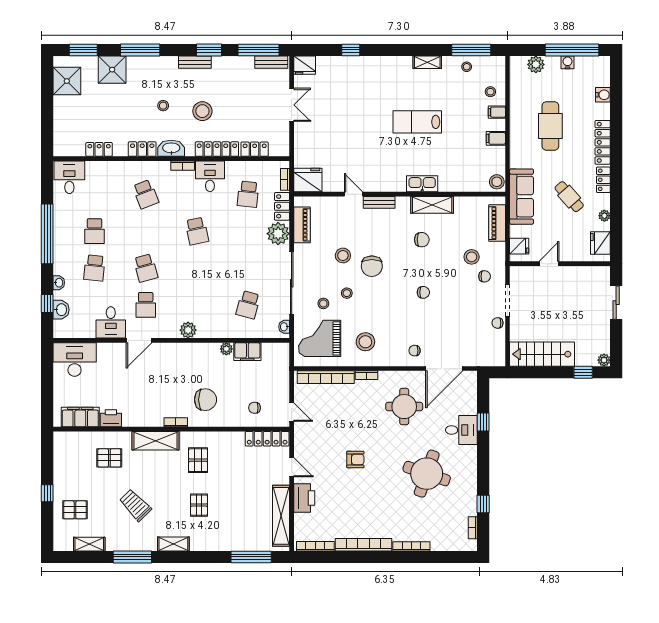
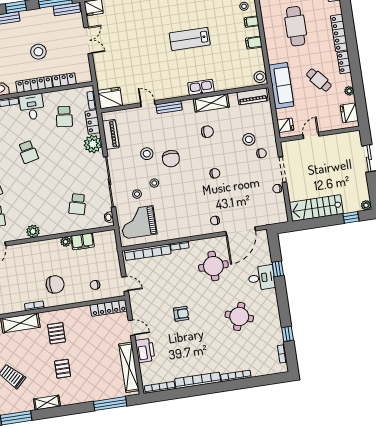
stool: (202, 111) -> (38, 52), moved
piano: (497, 223) -> (253, 96), moved, turned -90
stool: (365, 342) -> (175, 219), removed
round table: (427, 474) -> (239, 316), width x0.73, depth x0.73

